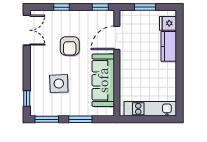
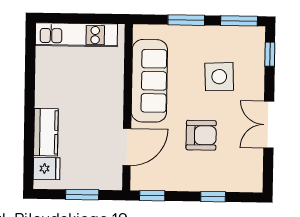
double door: (27, 30) -> (269, 125), moved
armchair: (70, 46) -> (201, 135), turned 90

